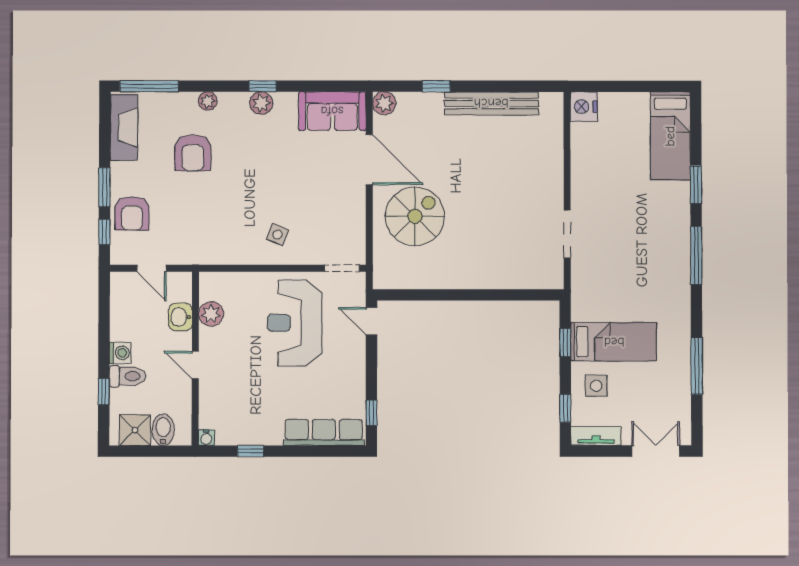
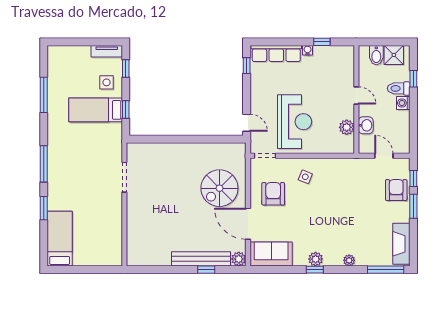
bench: (491, 103) -> (201, 259), moved
nightstand: (584, 107) -> (114, 257), removed
armchair: (193, 153) -> (273, 194), moved
water cooler: (206, 438) -> (308, 50), moved
double door: (656, 451) -> (69, 42), removed

